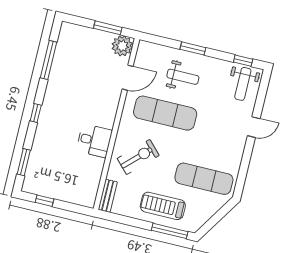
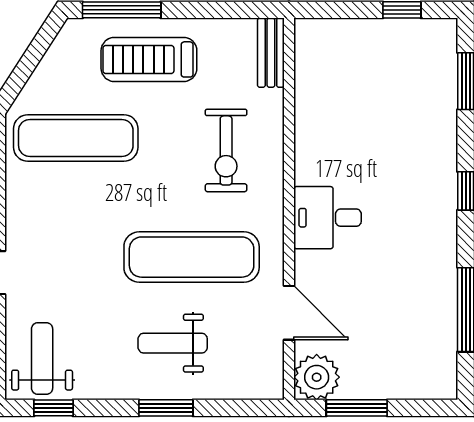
door: (128, 78) -> (289, 313), swing flipped
desk: (94, 141) -> (328, 218), moved
exercise bike: (138, 157) -> (226, 150), turned -46
treadmill: (163, 206) -> (149, 59), turned 180

